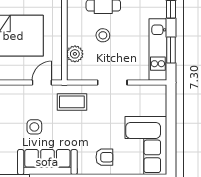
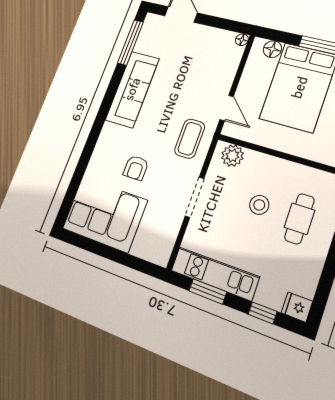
plant: (75, 54) -> (232, 156), moved
side table: (34, 127) -> (177, 85), removed
armchair: (104, 157) -> (136, 168), moved

